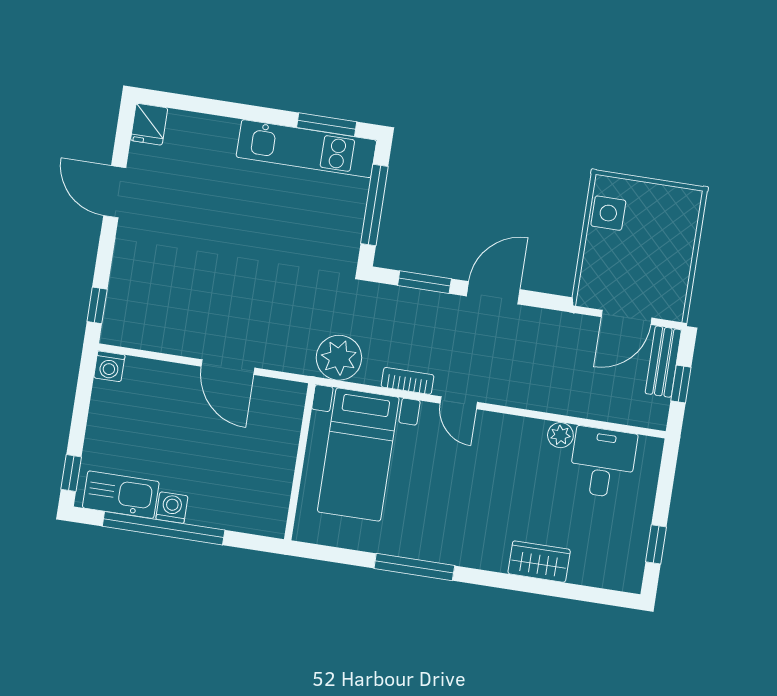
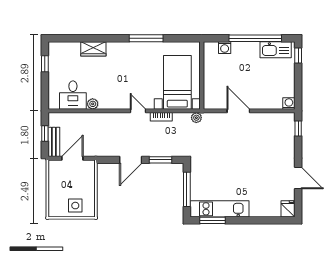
side table: (608, 213) -> (75, 206), moved
plant: (339, 358) -> (196, 118), width x0.53, depth x0.53
washing machine: (172, 508) -> (225, 48), moved

